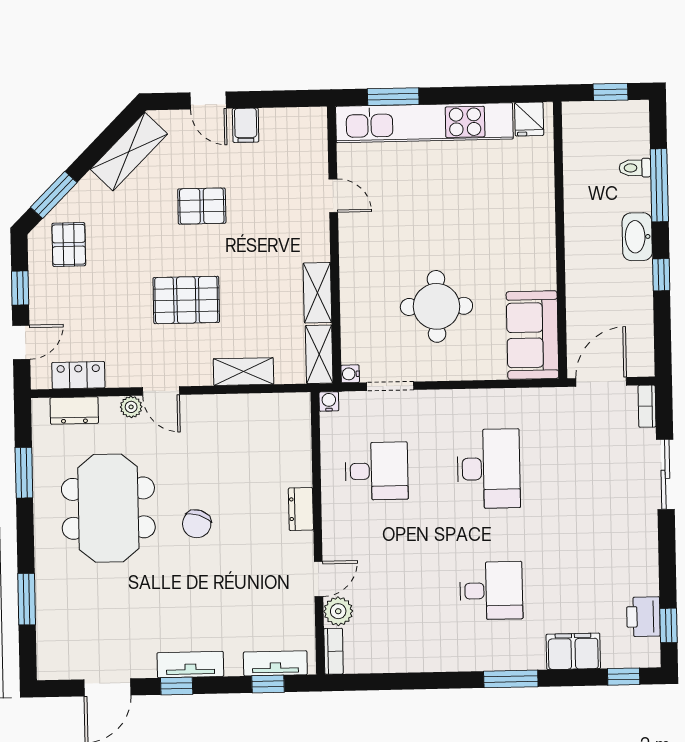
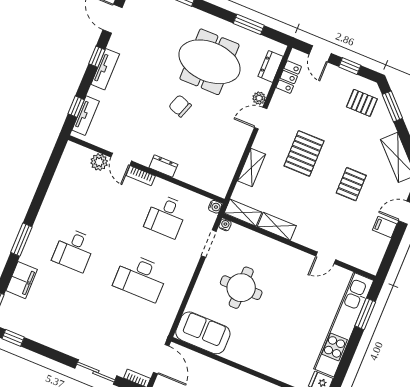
printer: (643, 617) -> (24, 326), removed
bookcase: (334, 651) -> (141, 176), moved

